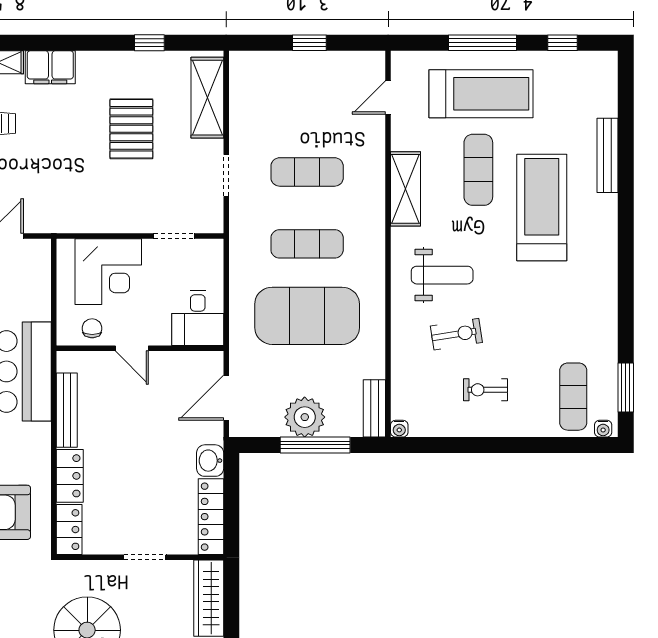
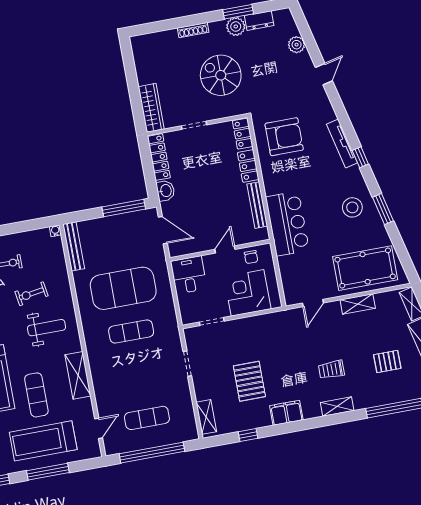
window: (309, 43) -> (152, 453), width x3.17
filing cabinet: (50, 67) -> (286, 413), moved
shelving: (207, 98) -> (206, 417), width x0.67, depth x0.75
exercise mat: (307, 172) -> (147, 418), moved
weight bench: (442, 275) -> (47, 328), turned 180
door: (132, 348) -> (225, 249), hinge flipped
door: (226, 398) -> (163, 230), hinge flipped
bench: (374, 408) -> (74, 246), width x1.36
plant: (305, 417) -> (113, 227), removed
window: (315, 445) -> (124, 208), moved

